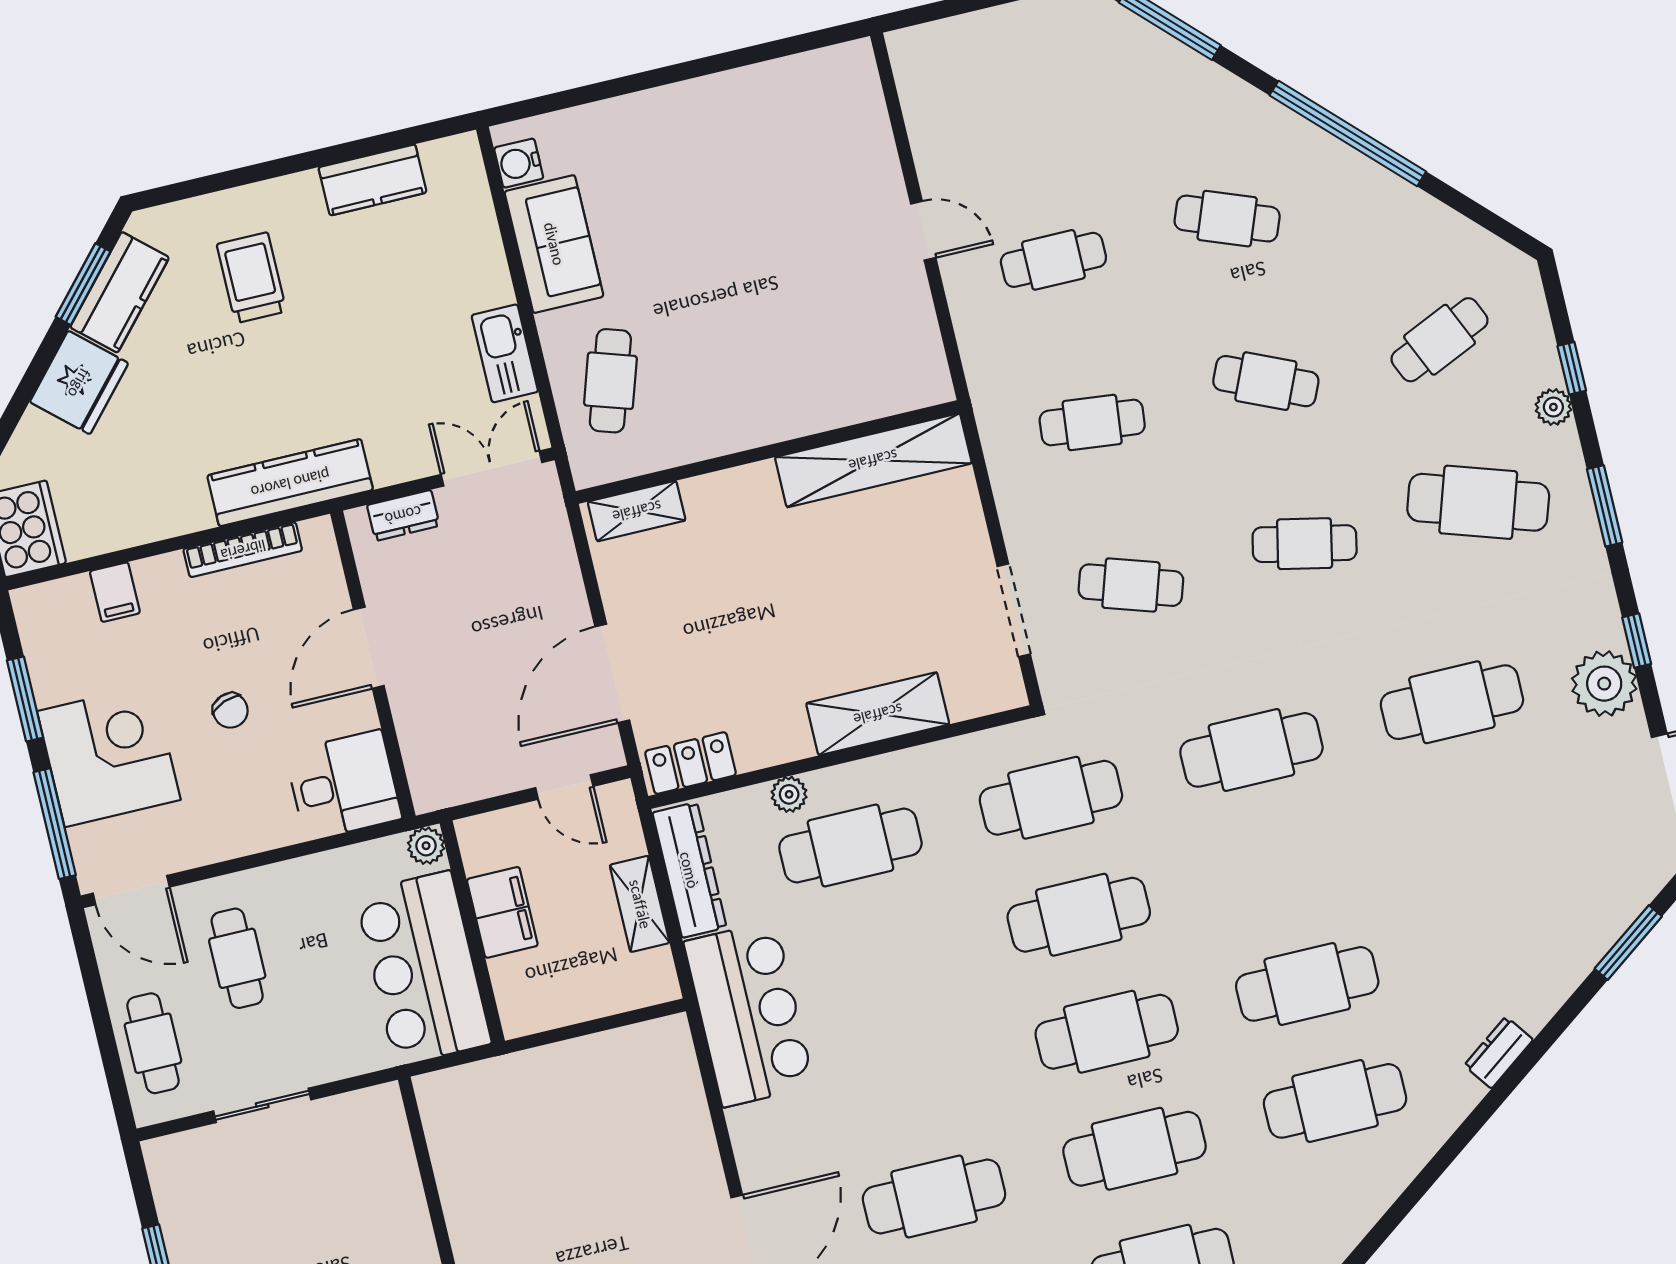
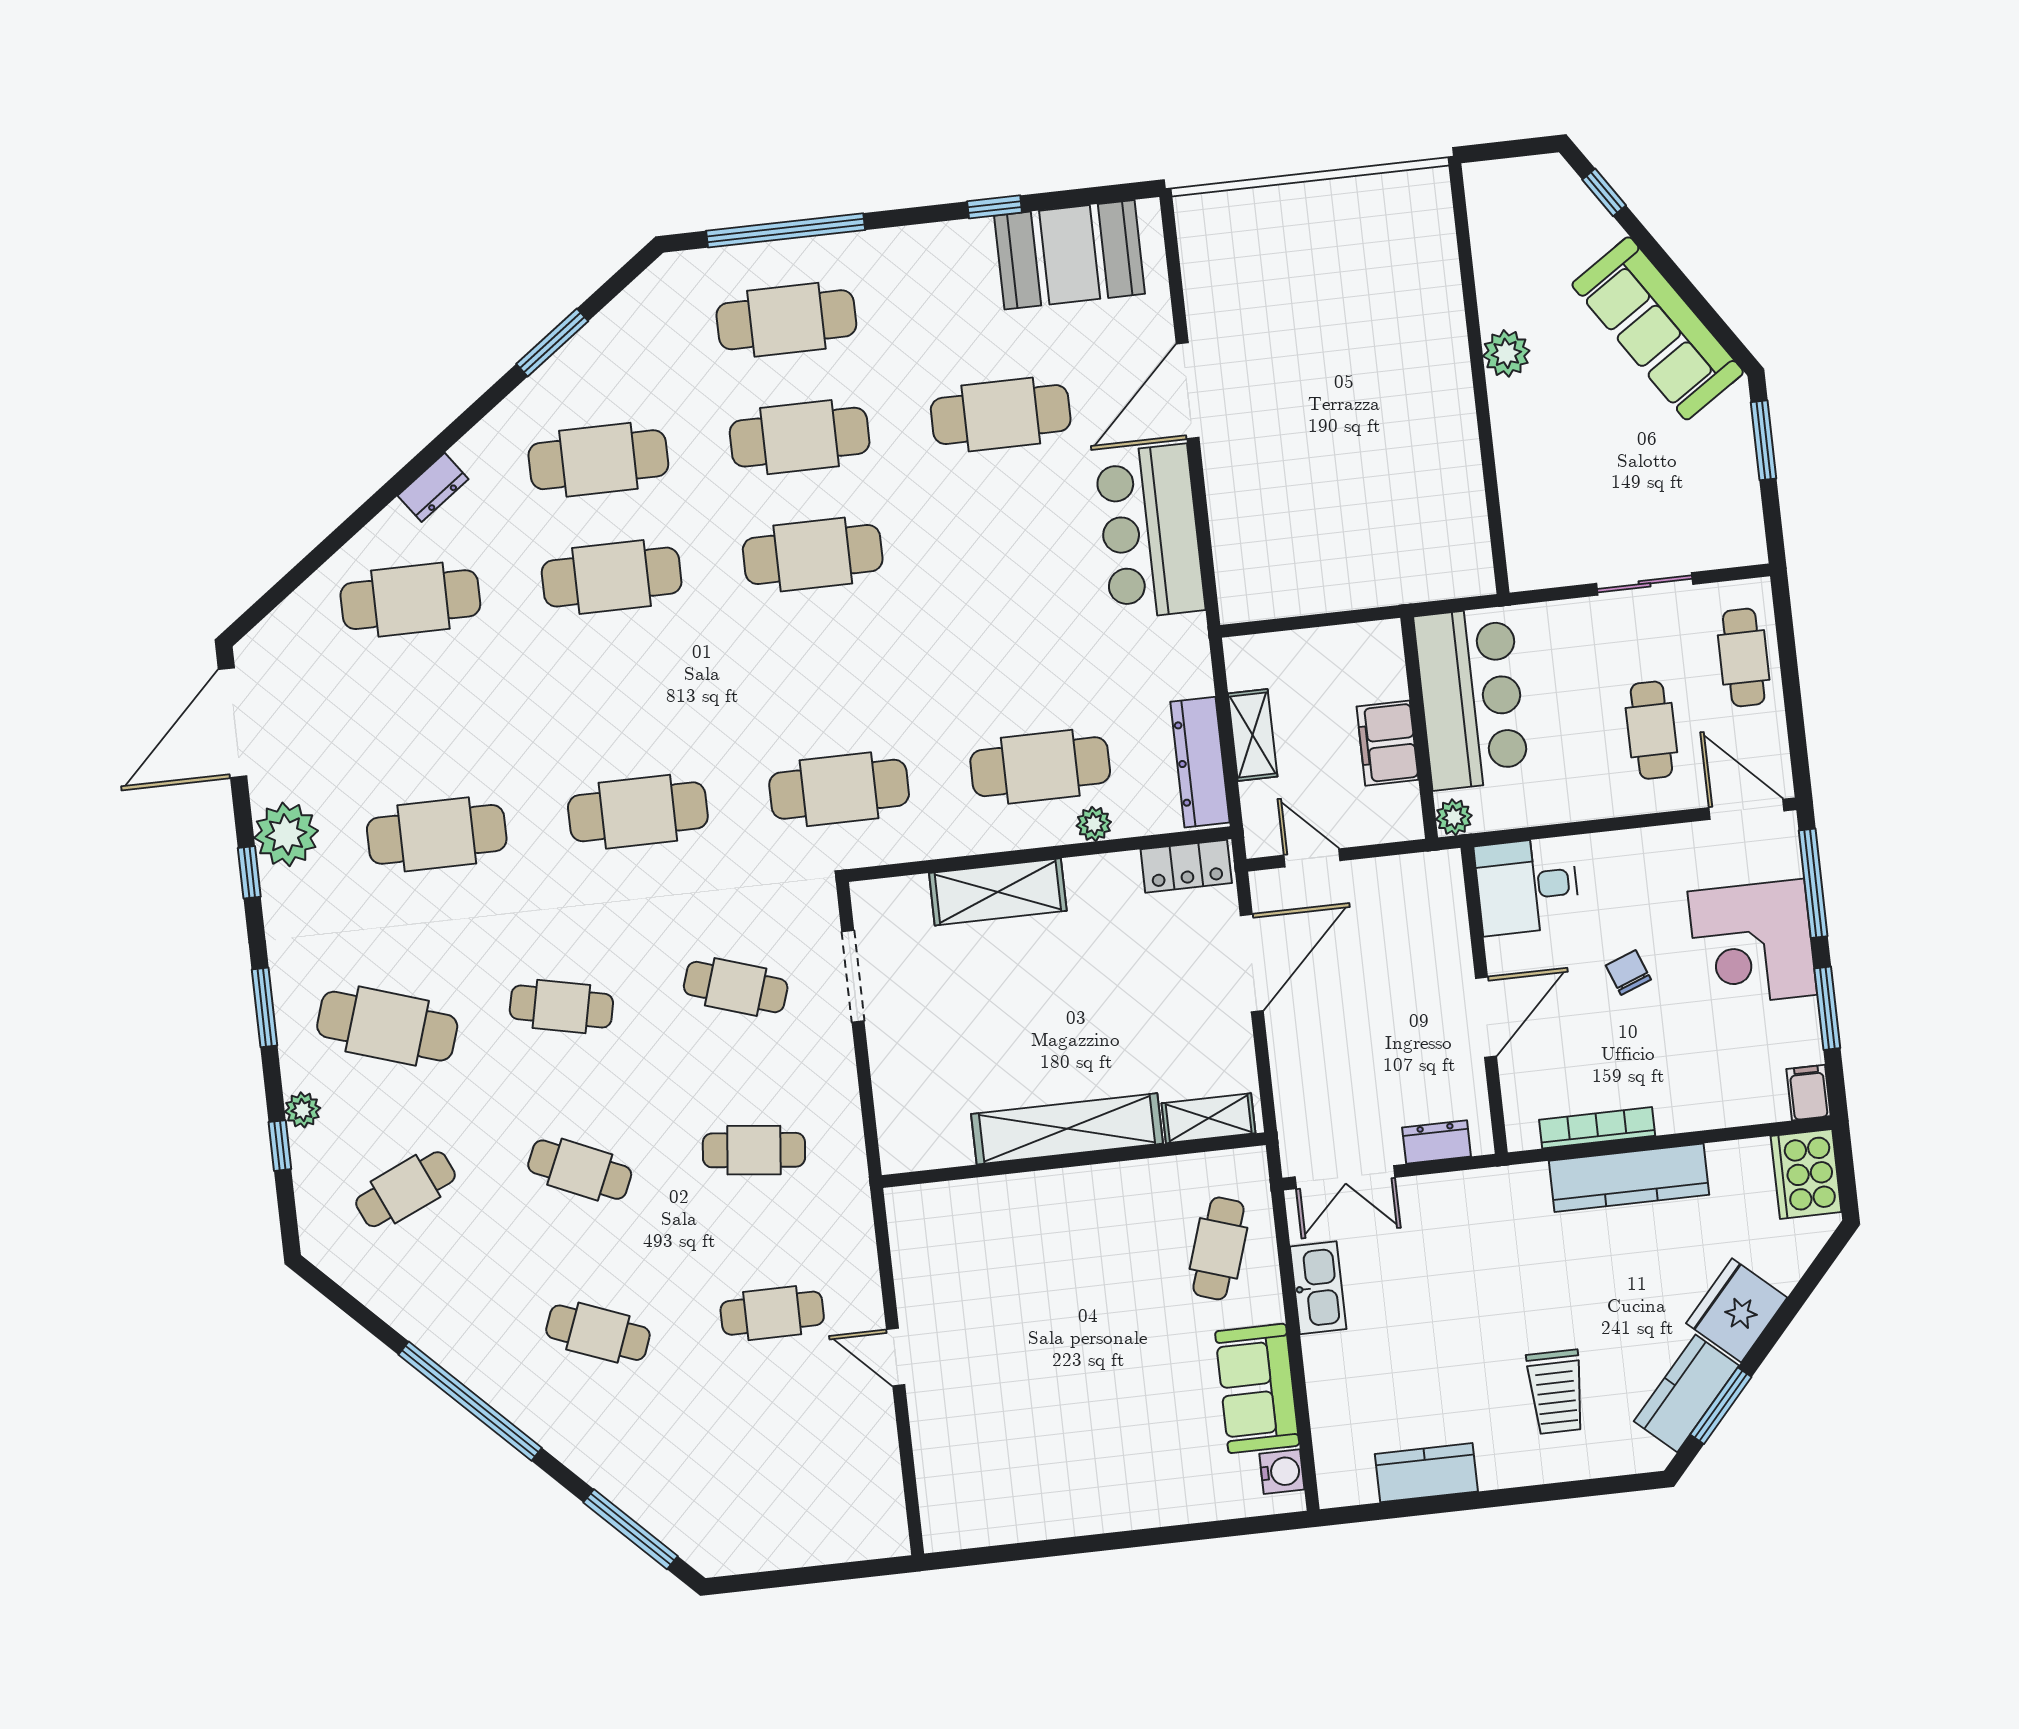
shelving: (873, 460) -> (1067, 1129), moved
kitchen counter: (290, 483) -> (1629, 1178), moved
filing cabinet: (115, 592) -> (1808, 1093), moved
cafe table: (1079, 915) -> (410, 600), moved
window: (1628, 943) -> (552, 342), moved
bar counter: (749, 1014) -> (1150, 532), moved

